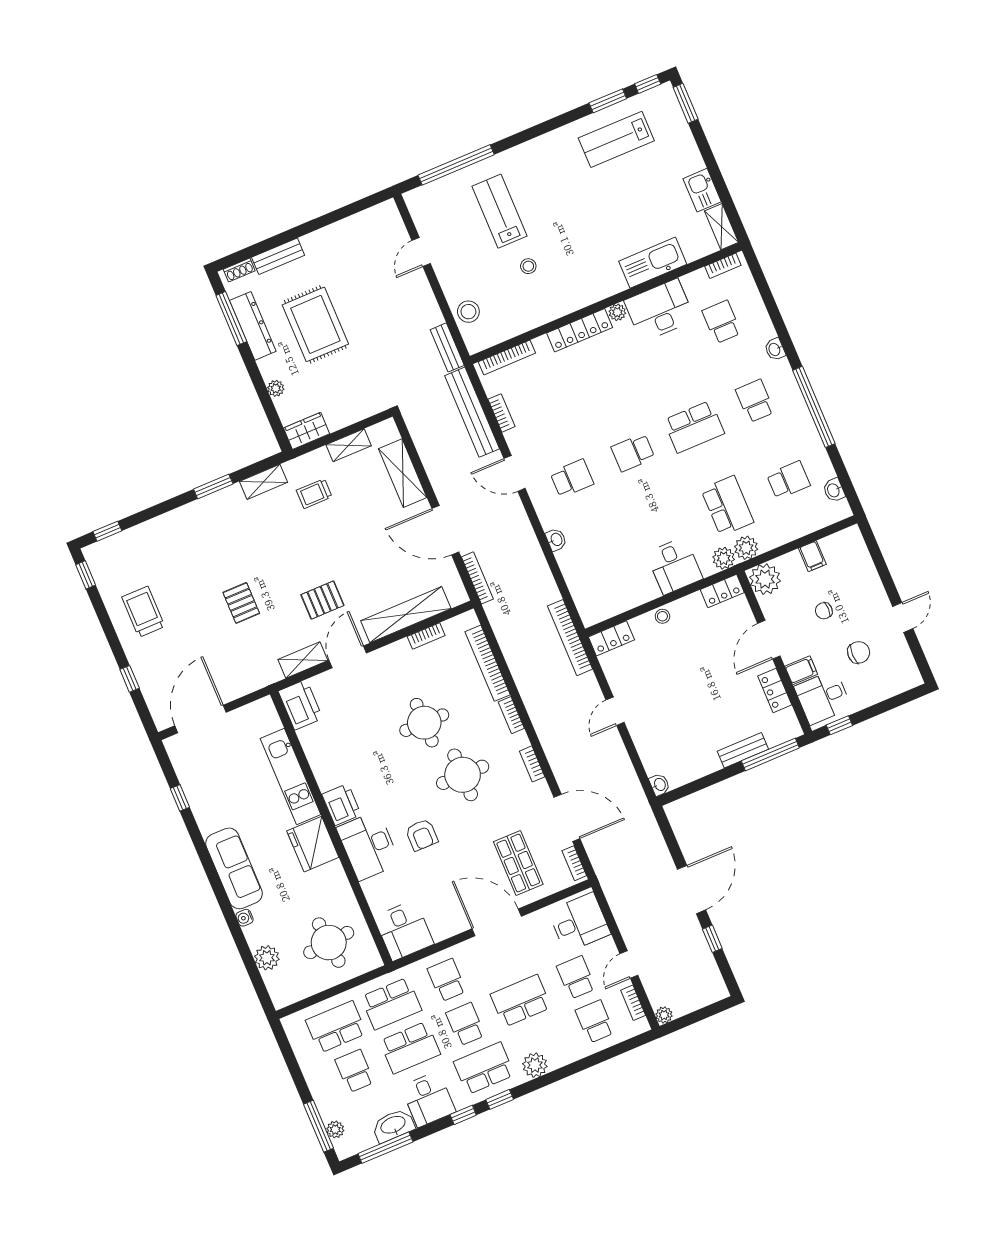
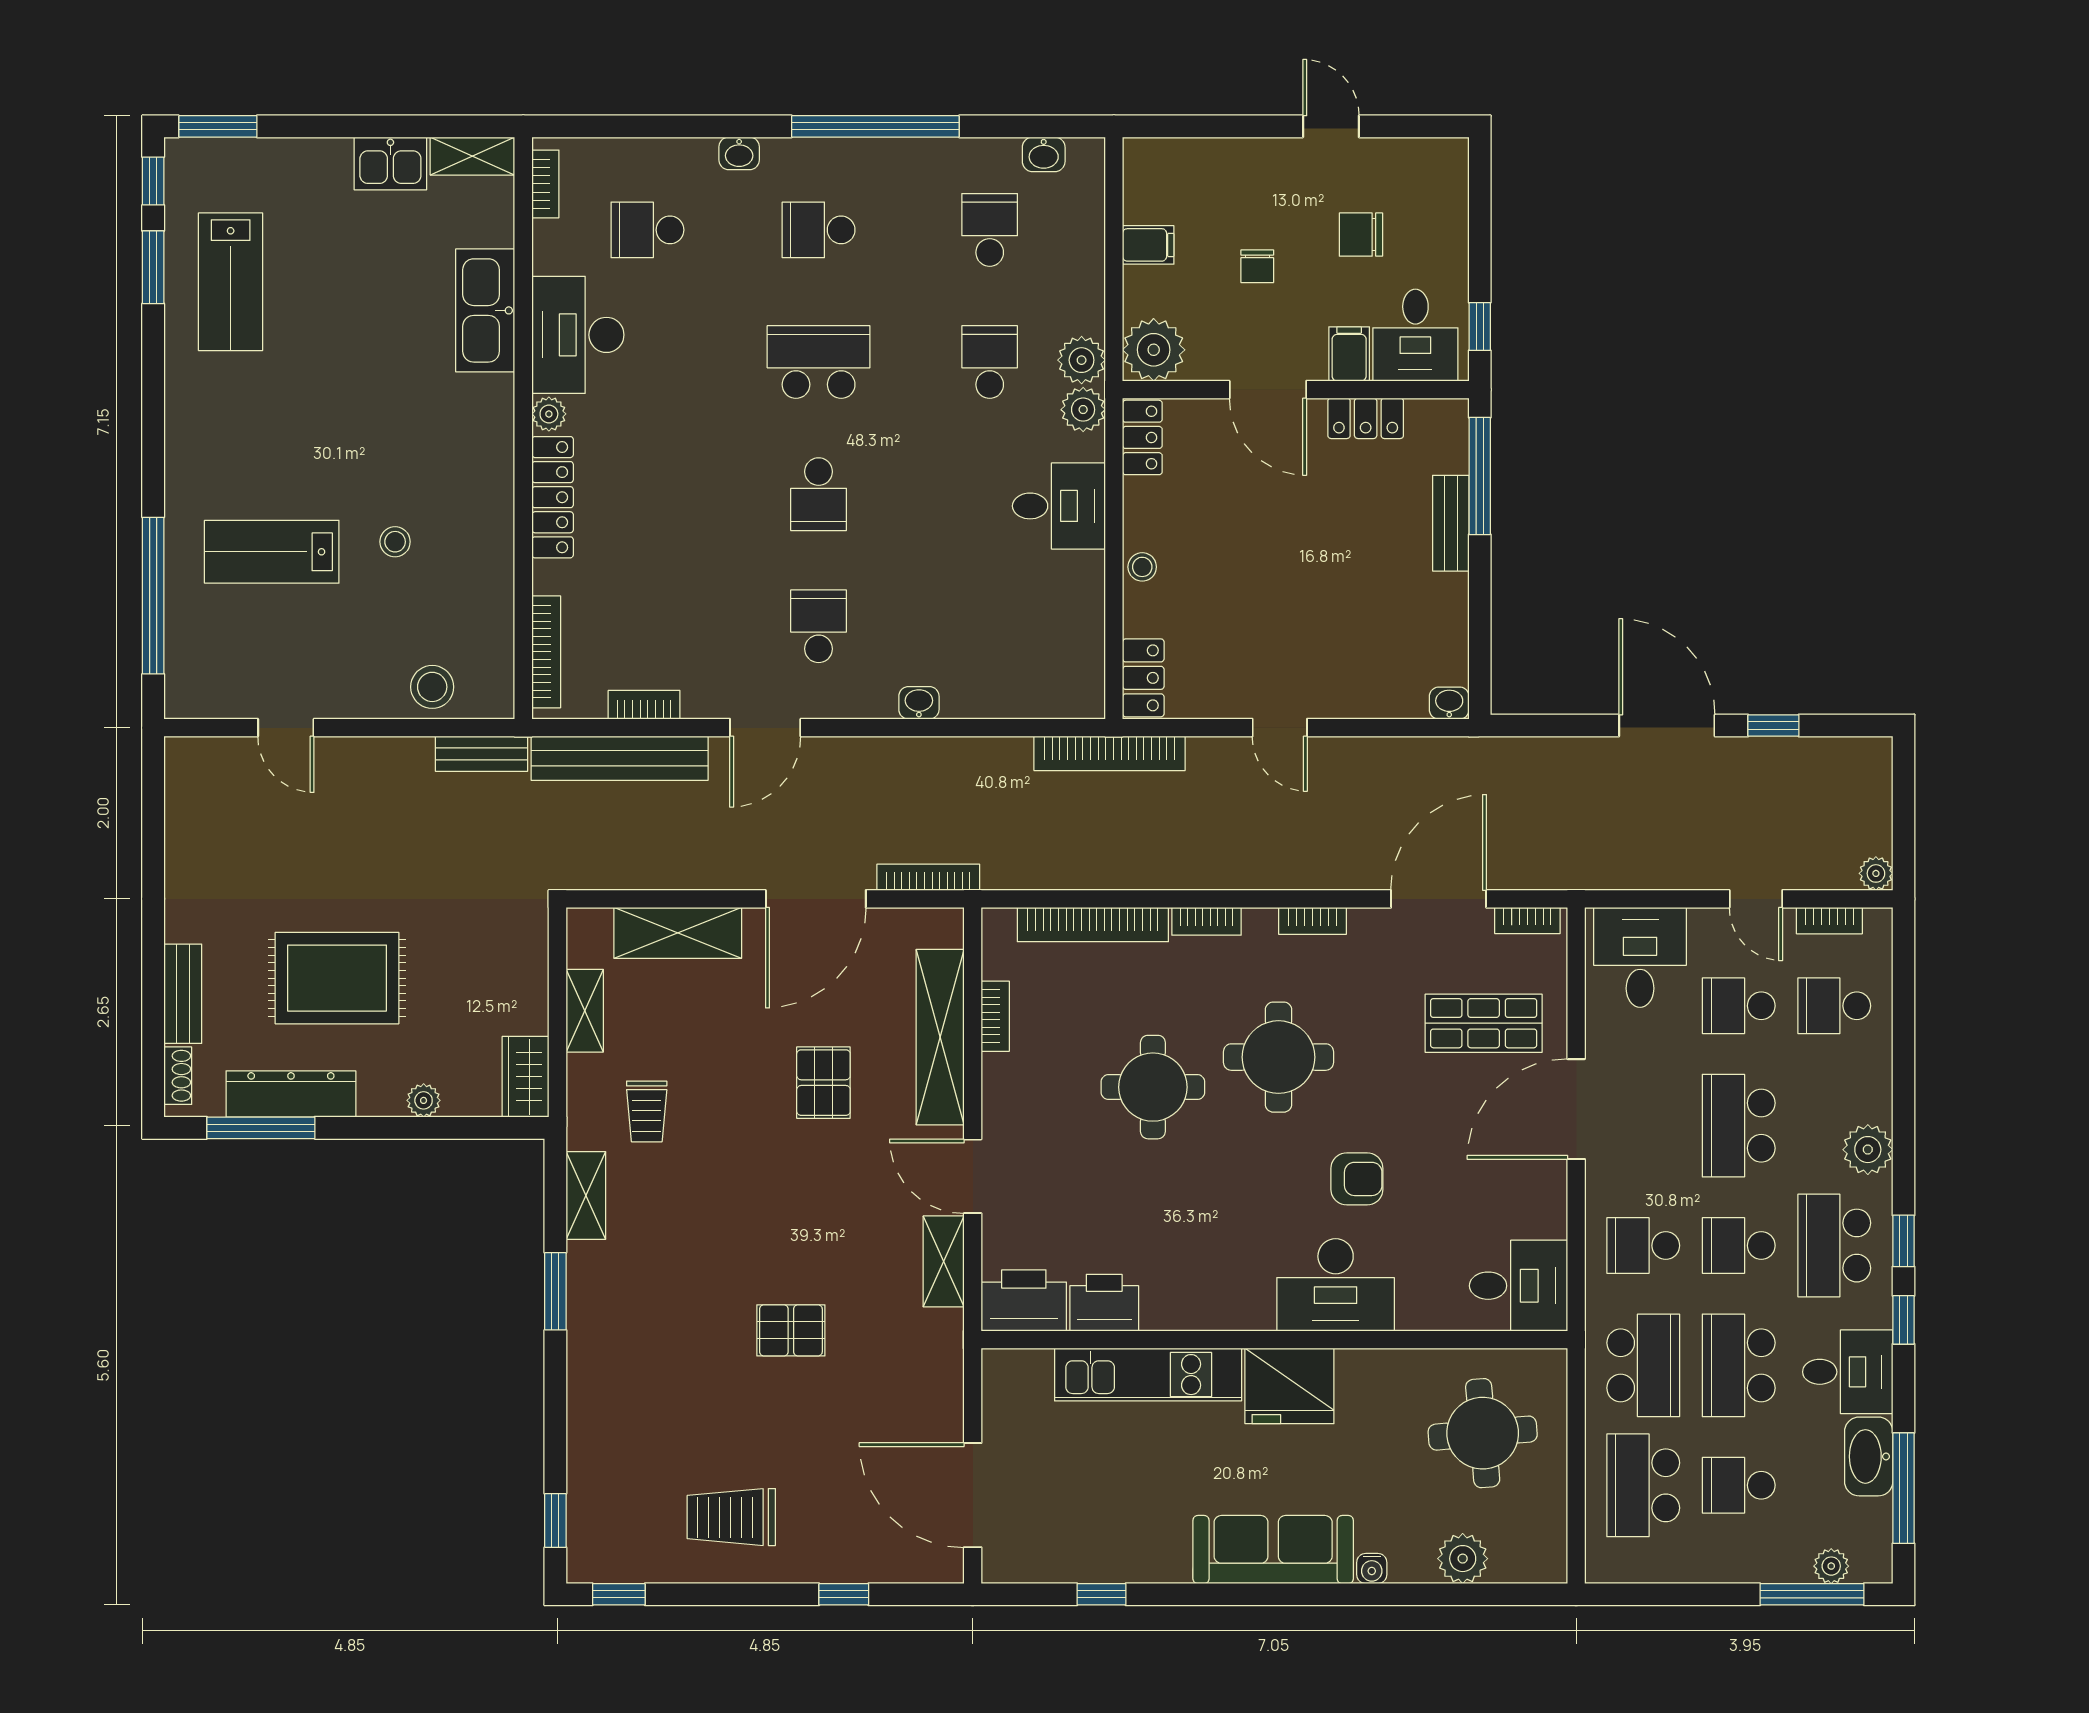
school desk: (694, 427) -> (819, 362), turned -90
school desk: (727, 506) -> (990, 362), width x0.54
pallet: (322, 600) -> (823, 1083), moved
chair: (859, 652) -> (1361, 235), turned -90
printer: (341, 805) -> (1104, 1303), moved
school desk: (410, 1048) -> (1739, 1365), turned 180

